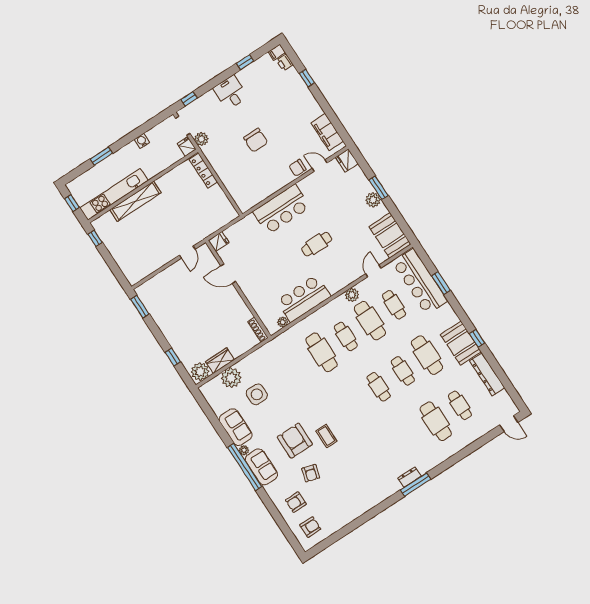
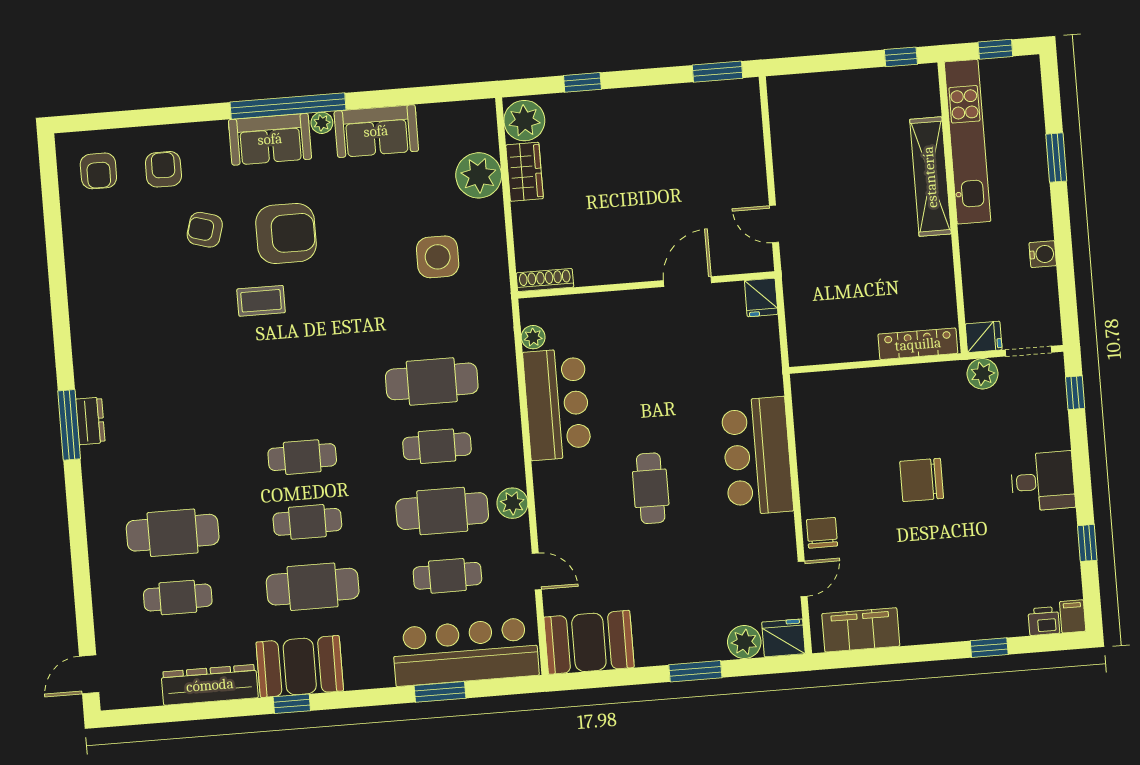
plant: (373, 200) -> (744, 642), moved
side table: (257, 394) -> (438, 257), moved

